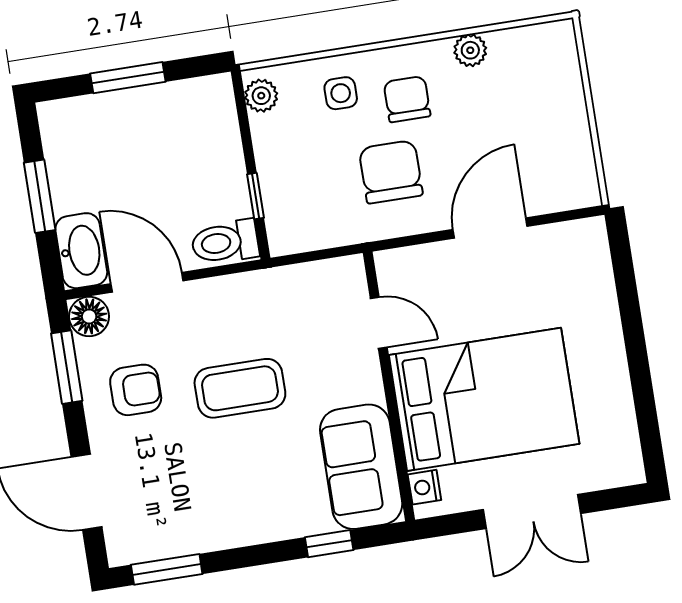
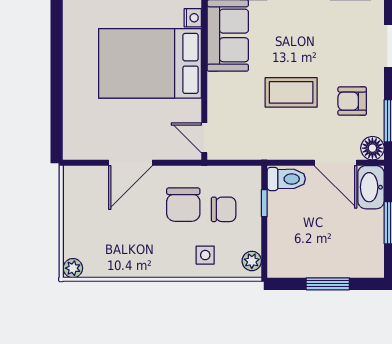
plant: (470, 50) -> (73, 268), moved
chair: (407, 99) -> (224, 209), moved, turned -90
door: (379, 323) -> (204, 138), moved

